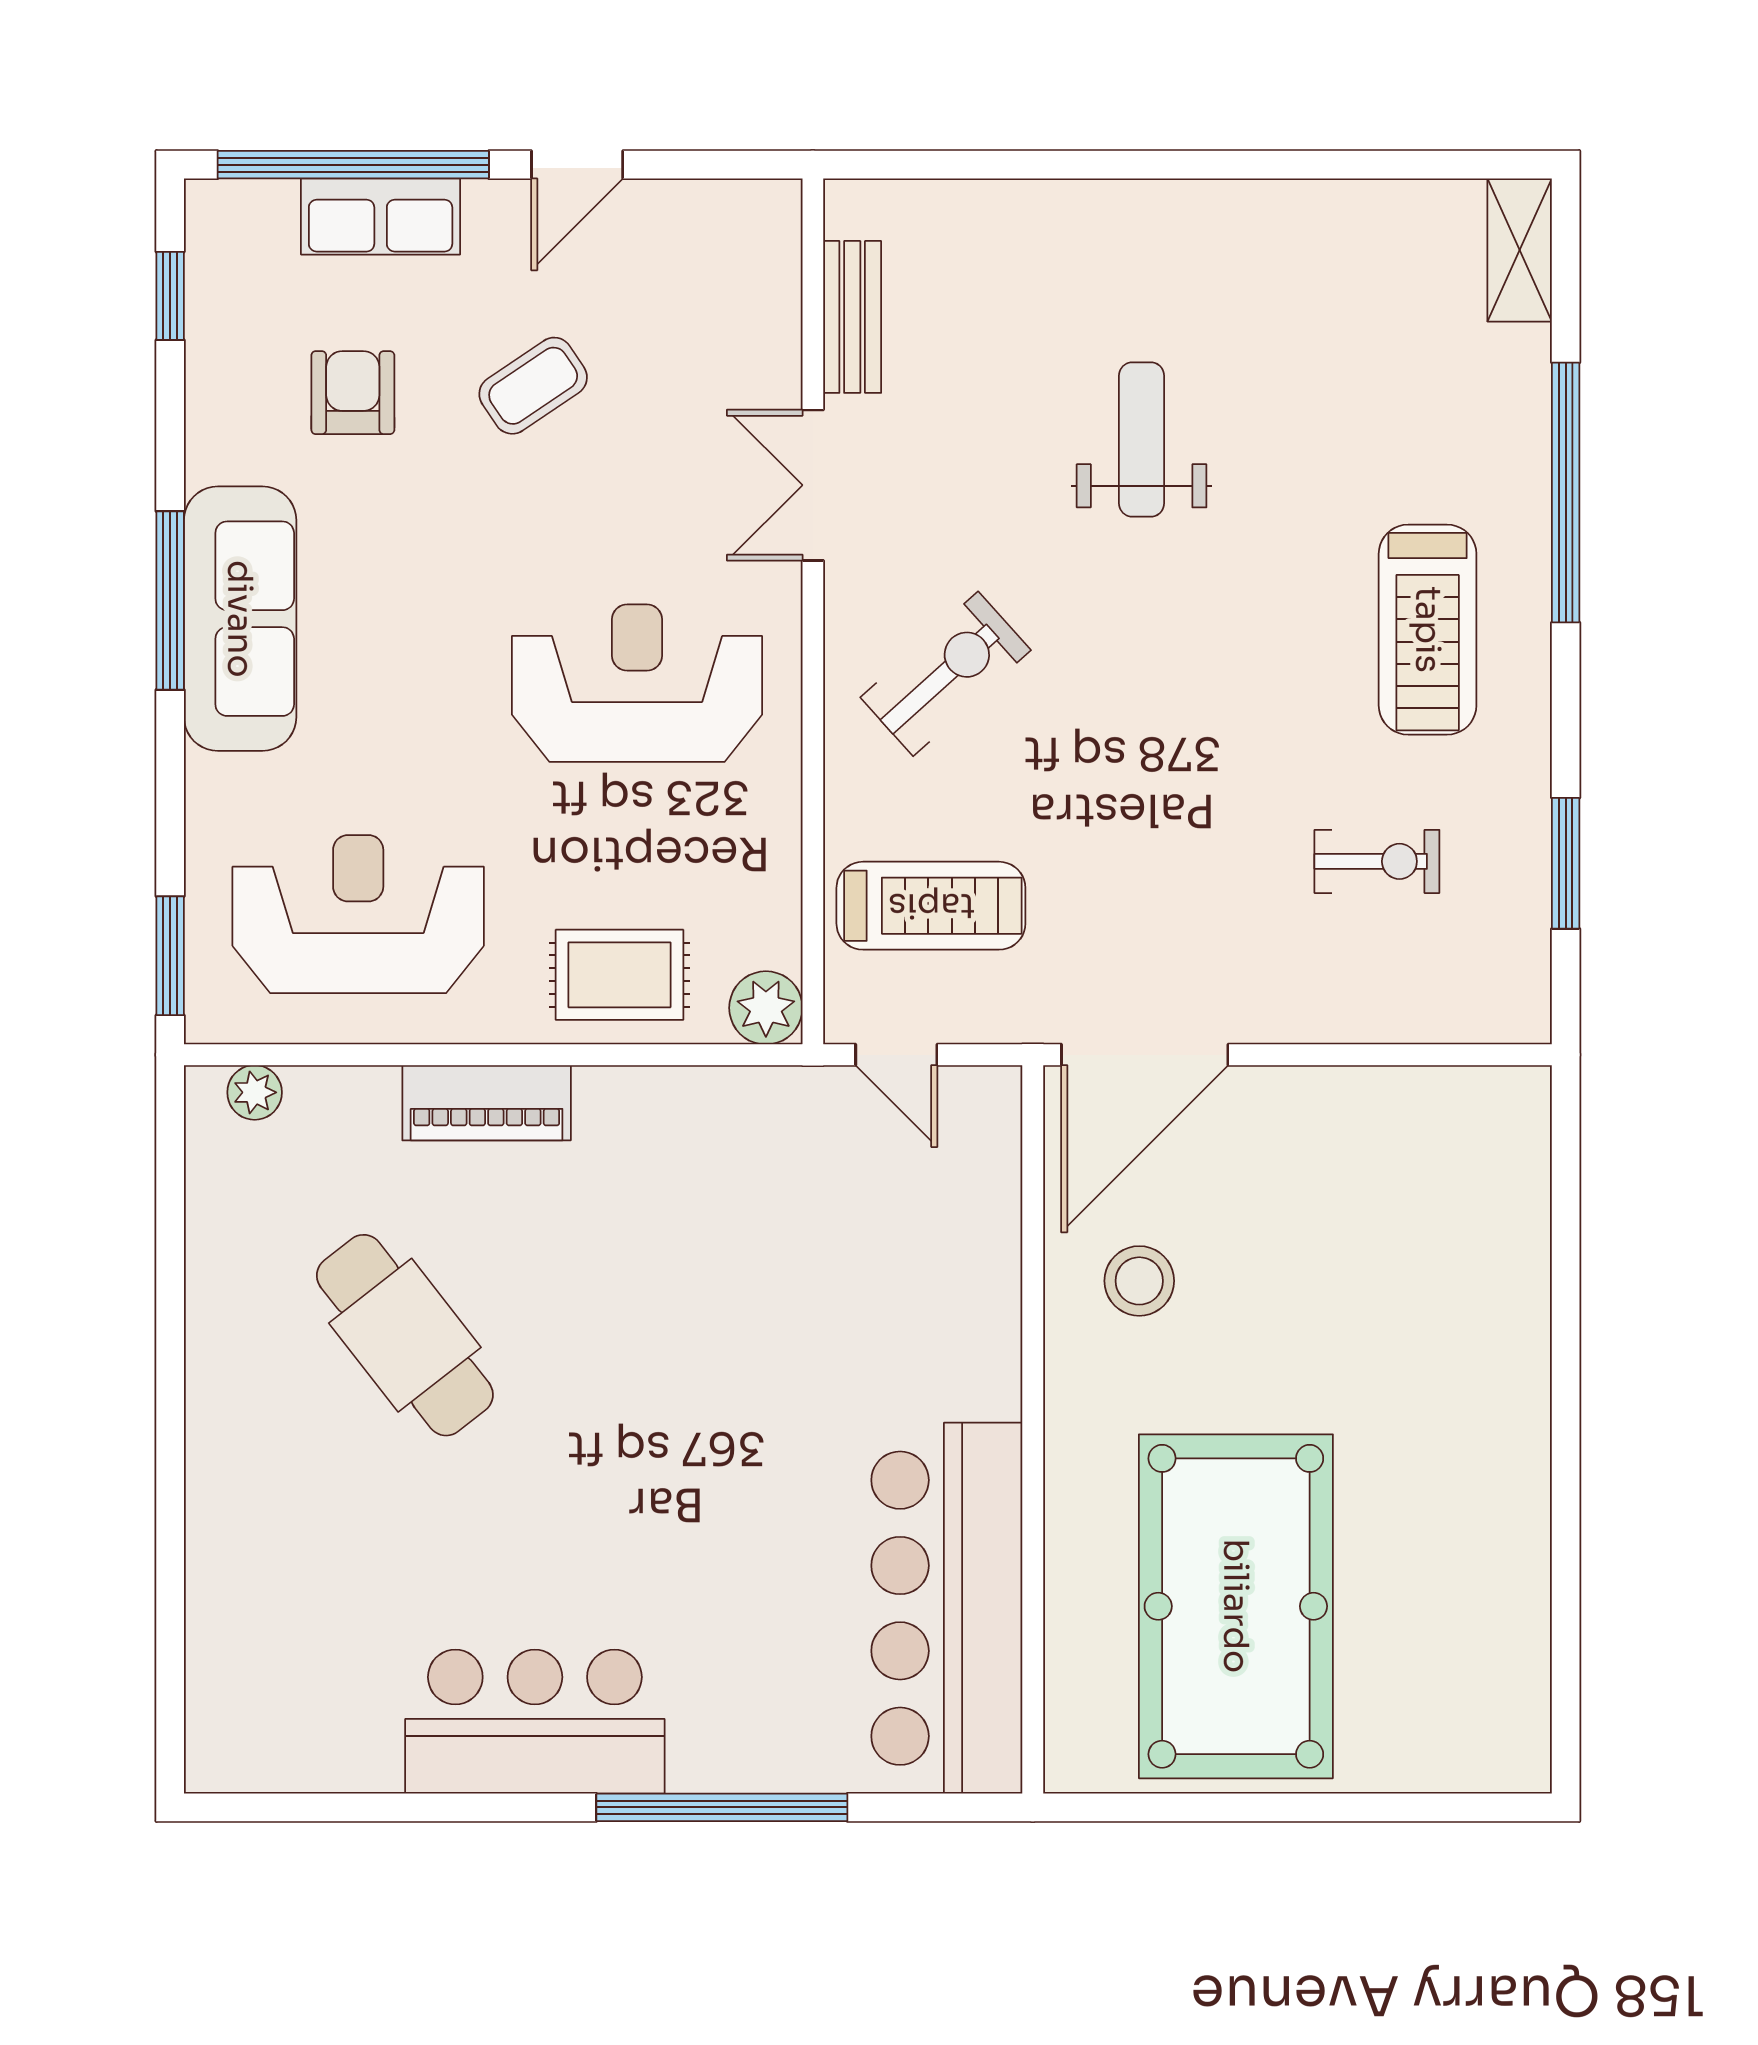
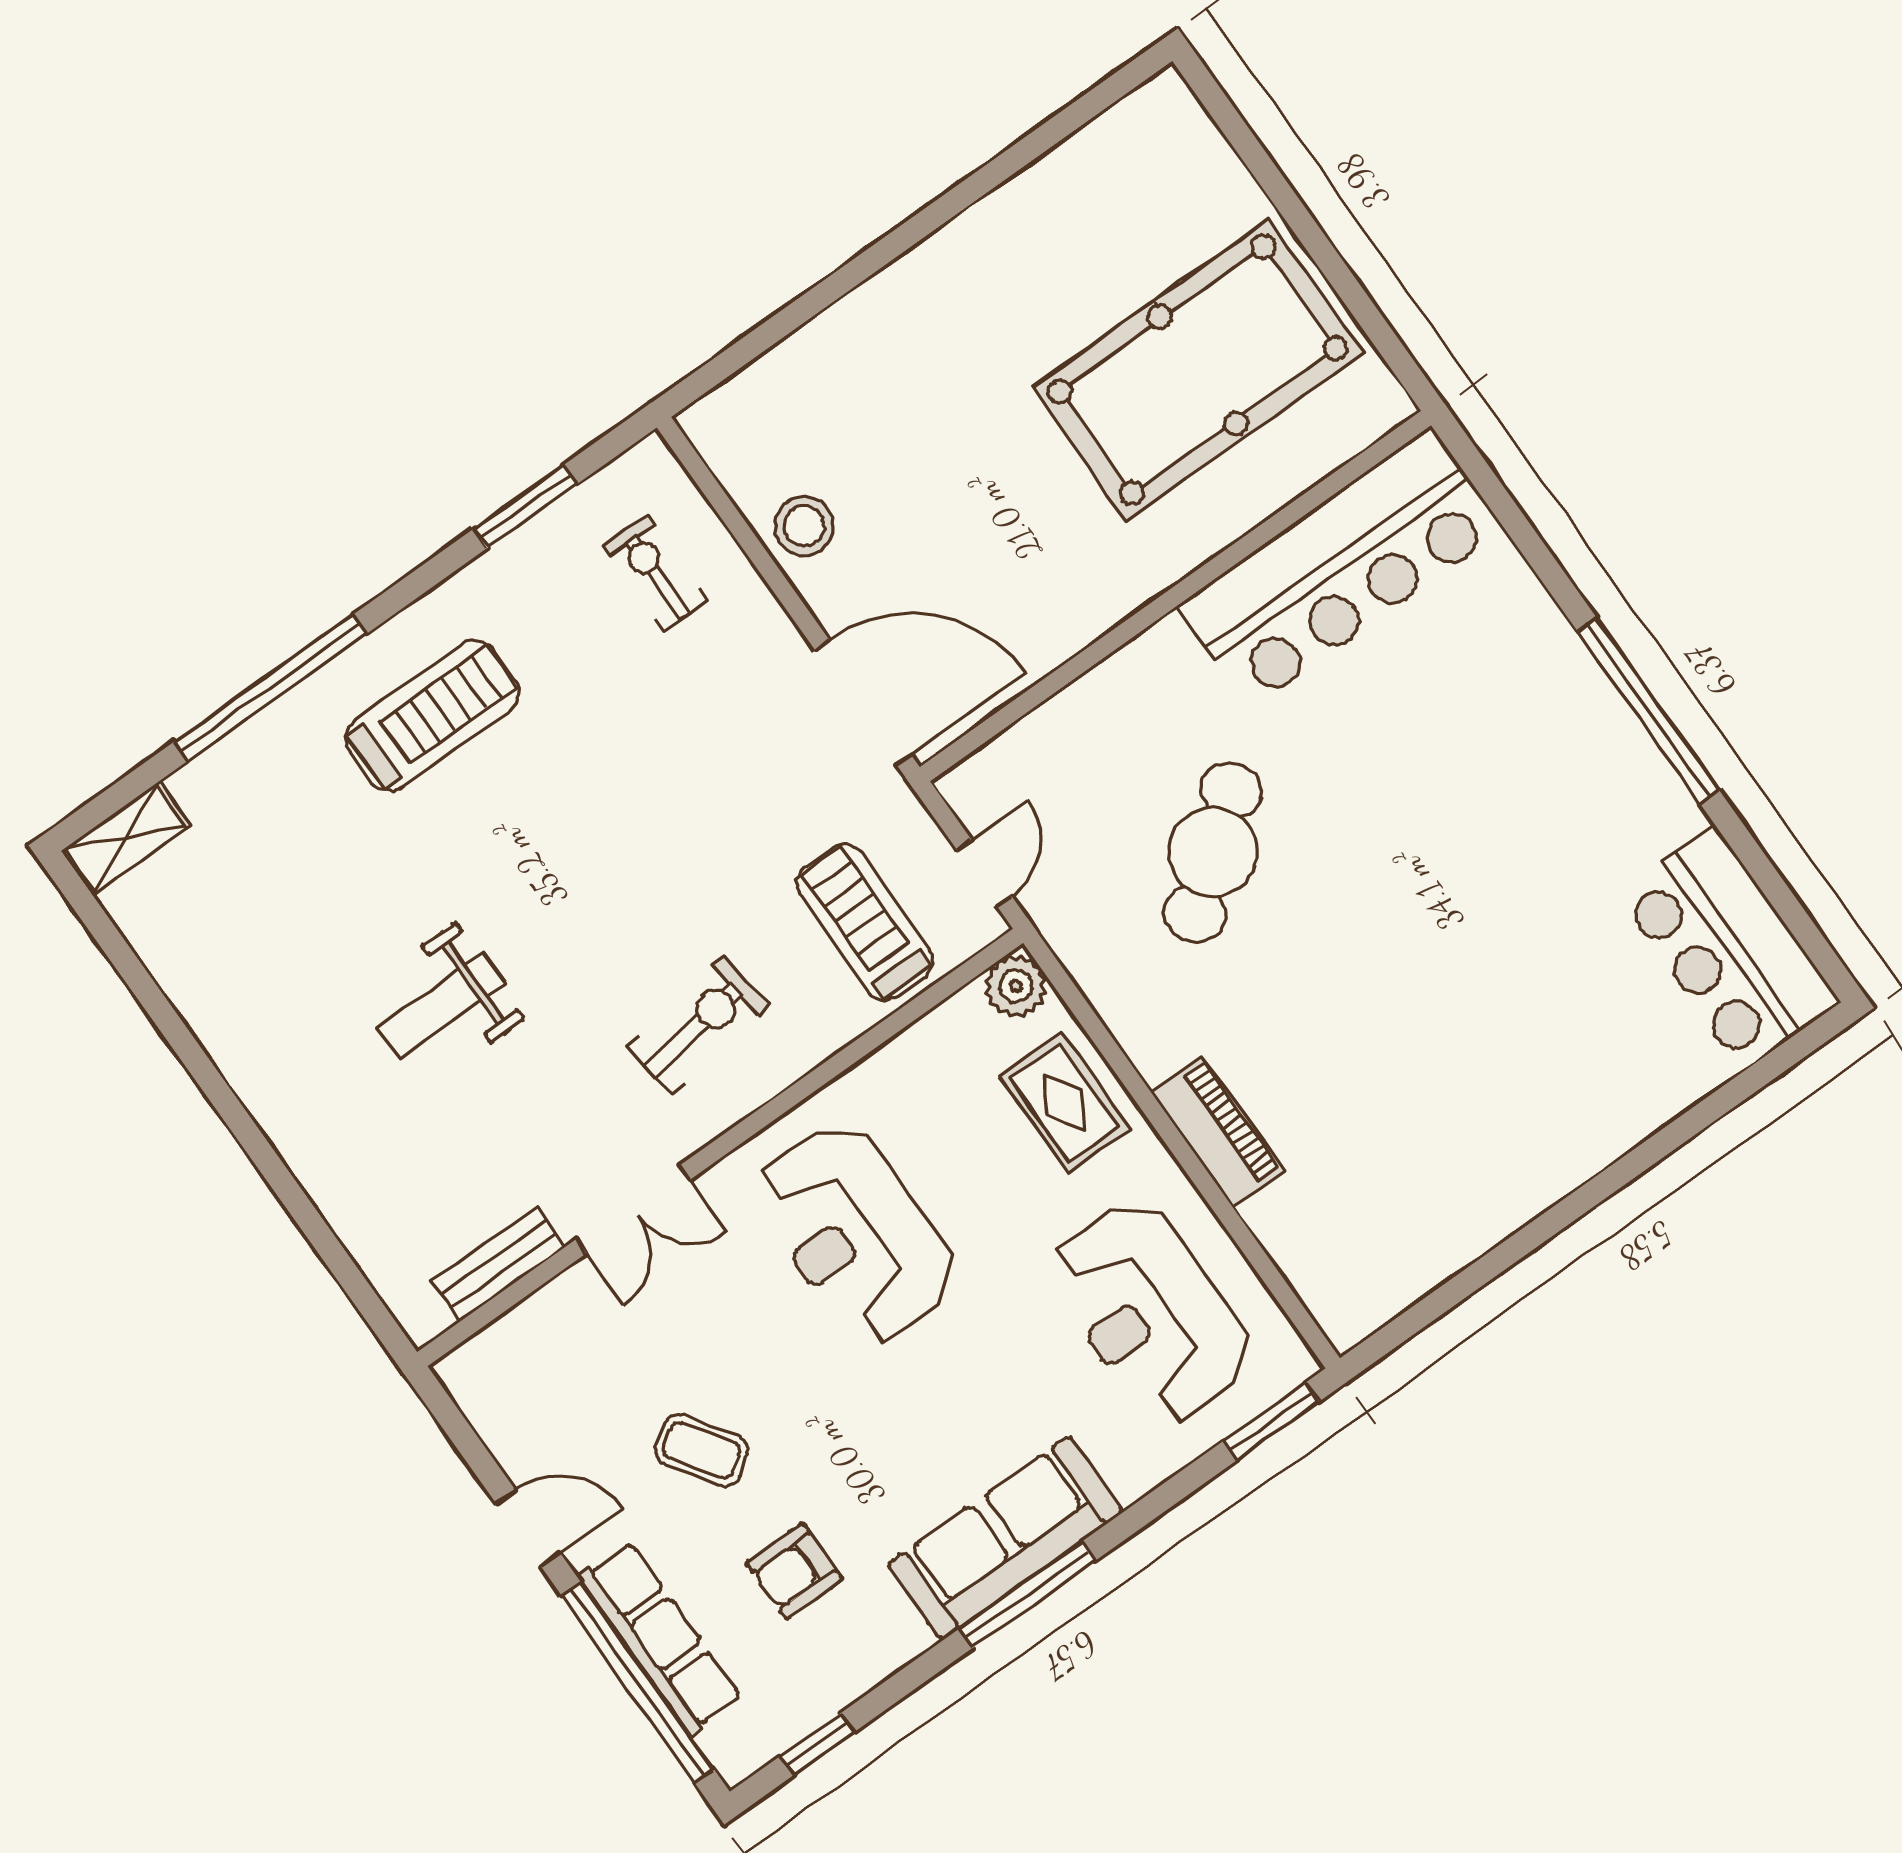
row of seats: (381, 216) -> (660, 1638), width x1.48
exercise bike: (946, 674) -> (698, 1026), turned 124
exercise bike: (1377, 861) -> (655, 573), moved
plant: (255, 1092) -> (1324, 1296), removed
stool: (1139, 1281) -> (804, 526), moved
cafe table: (405, 1335) -> (1213, 852), moved
bar counter: (535, 1722) -> (1728, 948), moved
window: (722, 1807) -> (1648, 711), moved

